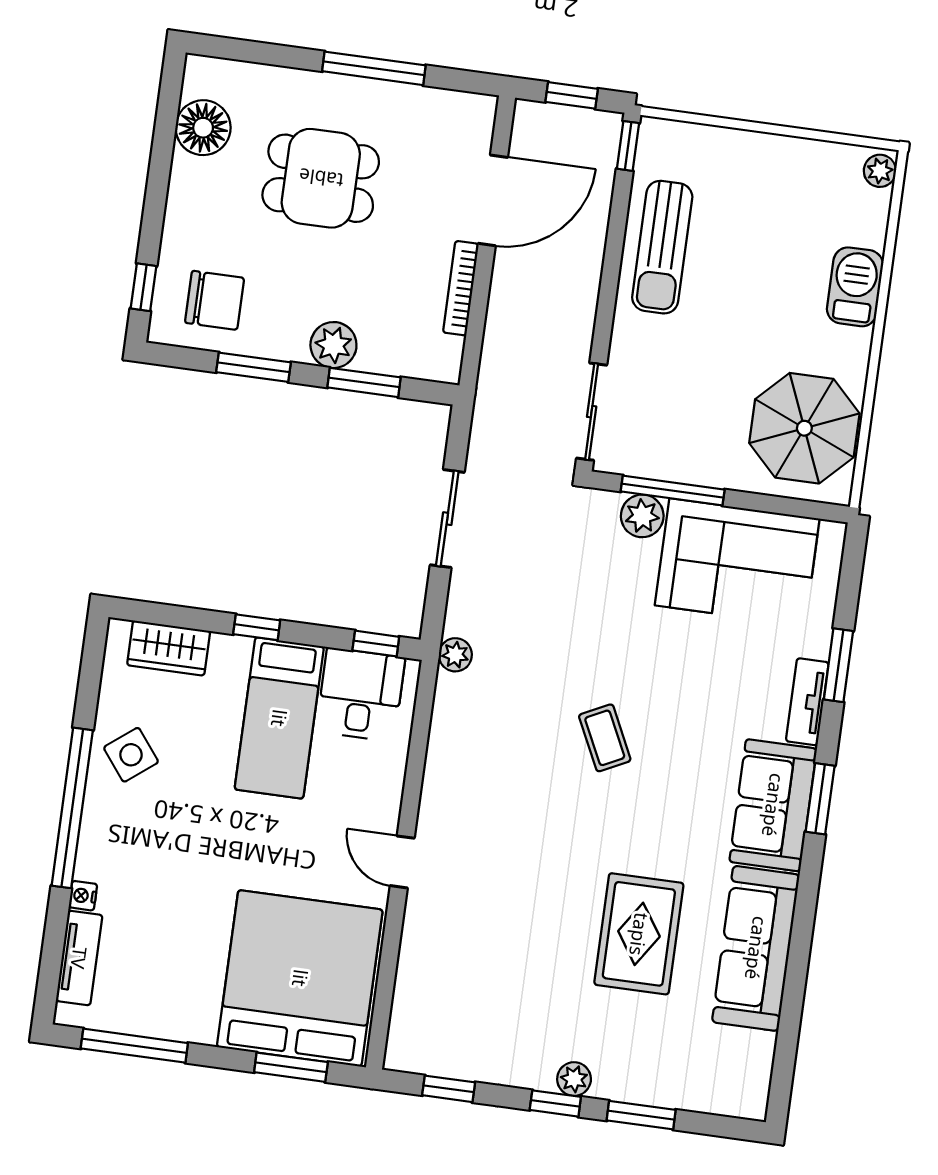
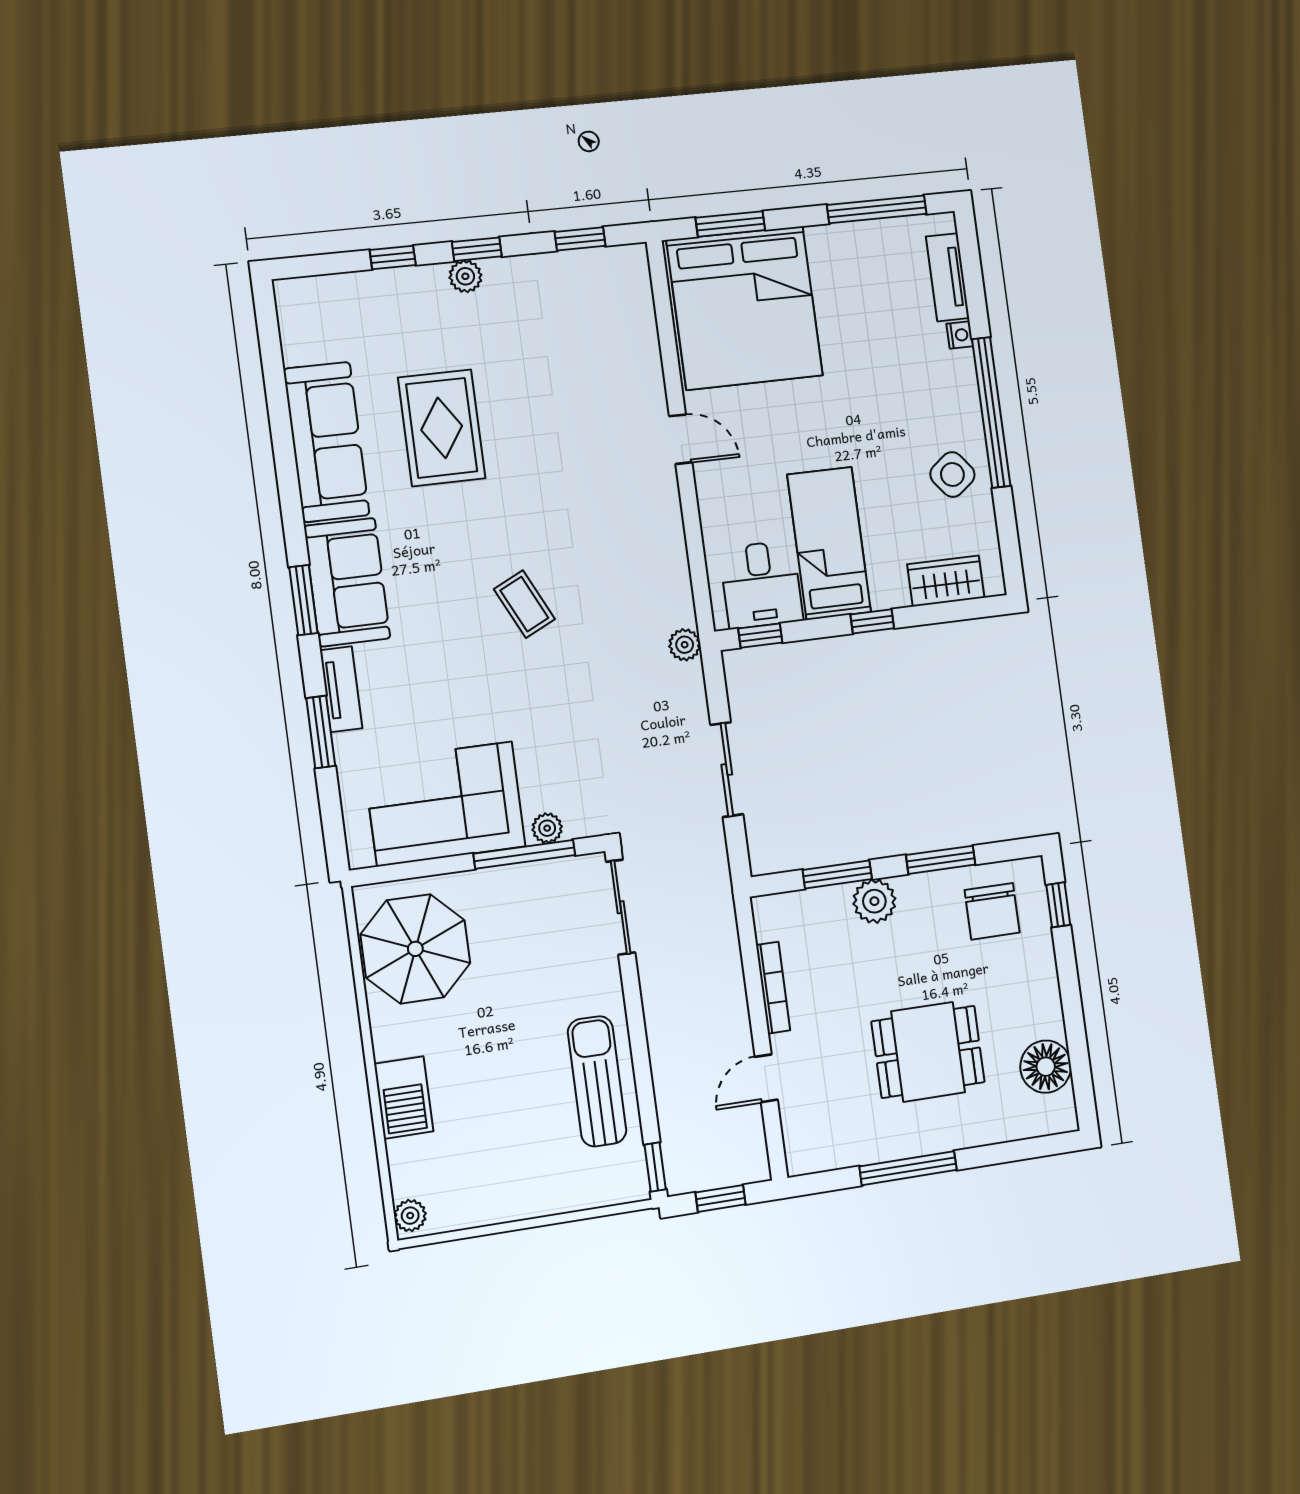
door: (493, 200) -> (766, 1078), width x0.53
chair: (215, 300) -> (992, 911), turned -90
plant: (642, 516) -> (547, 828), width x0.73, depth x0.73
window: (641, 1115) -> (393, 257), width x0.67

